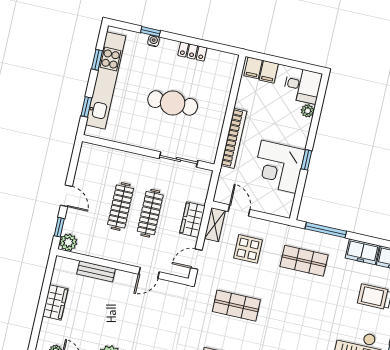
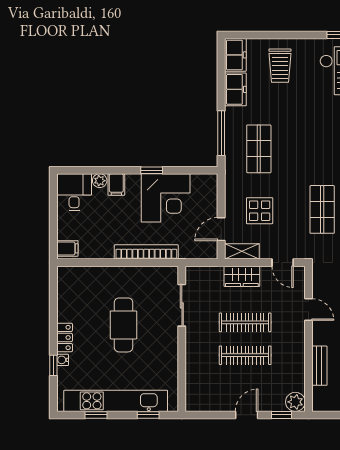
locker: (192, 52) -> (65, 337), moved
filing cabinet: (269, 72) -> (116, 185), moved, turned 90

